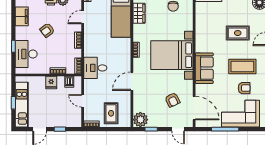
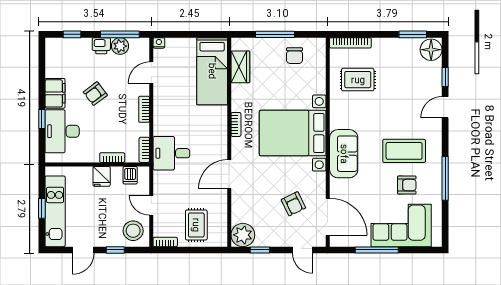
filing cabinet: (22, 16) -> (55, 93), moved
rug: (238, 33) -> (358, 80), moved
stool: (71, 117) -> (133, 231), added

